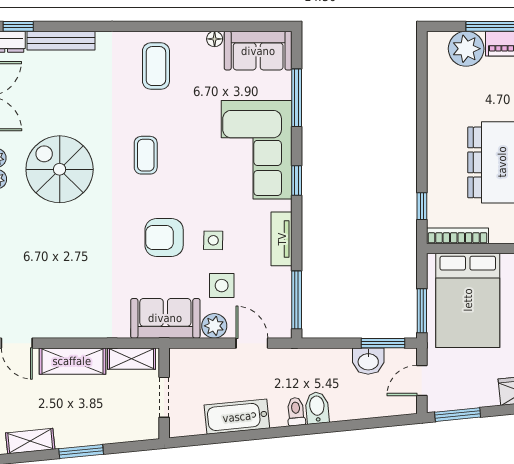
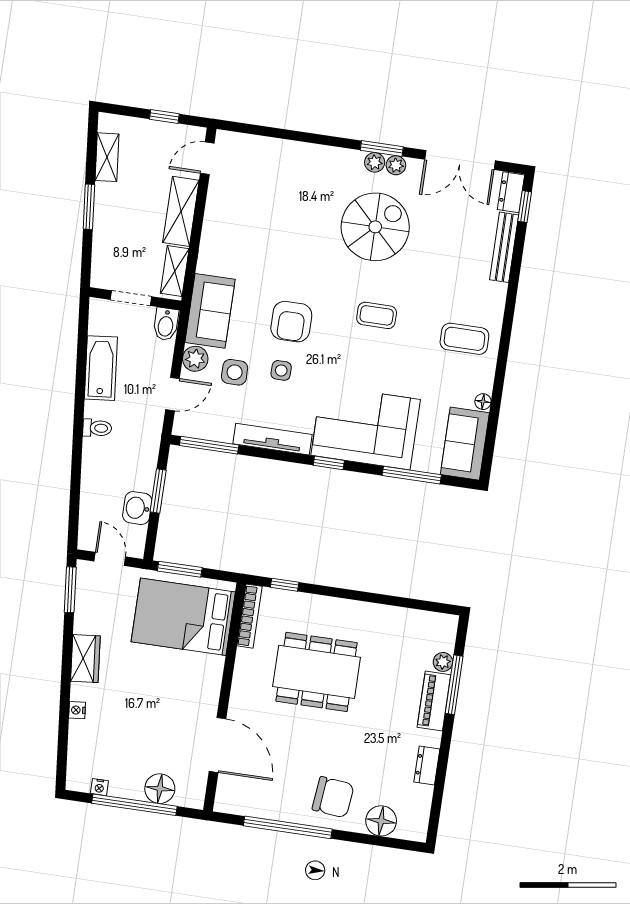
plant: (466, 49) -> (443, 662), width x0.53, depth x0.53
armchair: (164, 238) -> (291, 322), turned 180
tv unit: (282, 239) -> (272, 439), width x1.41
window: (383, 343) -> (158, 491), moved
bidet: (317, 408) -> (166, 324), moved, turned 96

